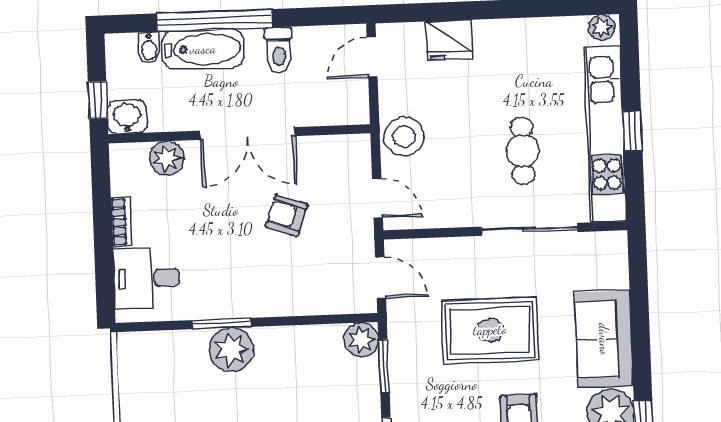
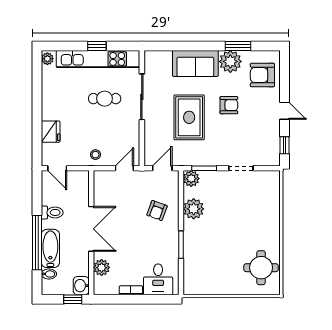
stool: (404, 136) -> (95, 155), width x0.53, depth x0.53
armchair: (287, 215) -> (157, 211), moved
plant: (232, 350) -> (194, 209), moved

